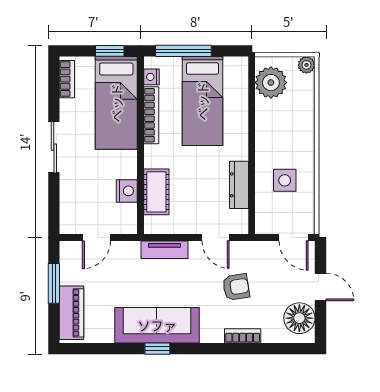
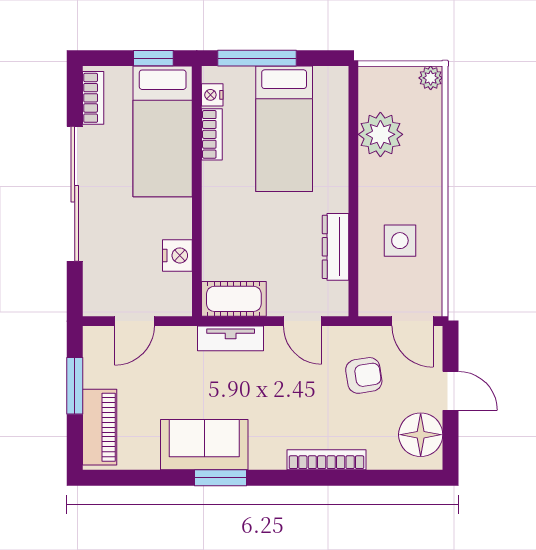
plant: (271, 83) -> (380, 134), moved
bookcase: (151, 115) -> (212, 134), width x0.64
sliding door: (54, 147) -> (75, 194), width x1.86
cot: (156, 192) -> (234, 299), moved, turned 90
armchair: (236, 287) -> (364, 375), moved
sofa: (157, 325) -> (204, 445), width x0.73
bookcase: (243, 336) -> (326, 460), width x1.56
window: (157, 349) -> (220, 478), width x1.50

